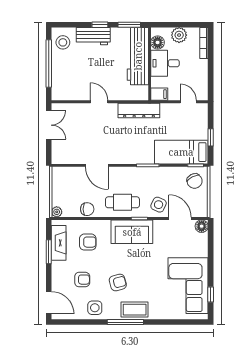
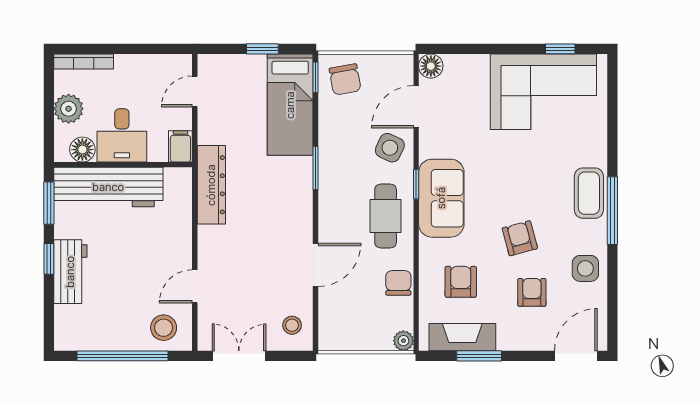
stool: (63, 42) -> (164, 328), moved
door: (99, 102) -> (195, 286), moved
stool: (65, 153) -> (292, 325), added
chair: (195, 181) -> (345, 79), turned 107
armchair: (118, 283) -> (520, 238), moved

